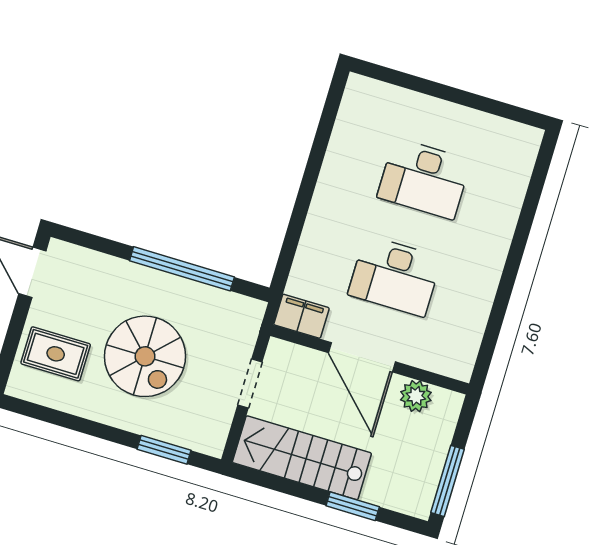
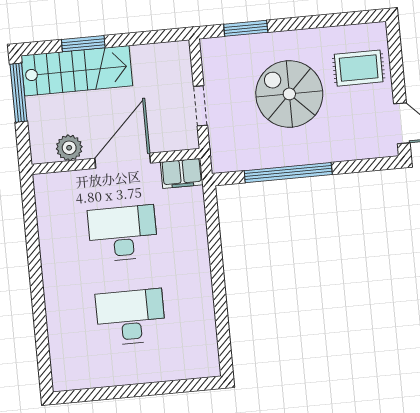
door: (362, 357) -> (123, 161), hinge flipped
stairs: (302, 458) -> (77, 71), moved

